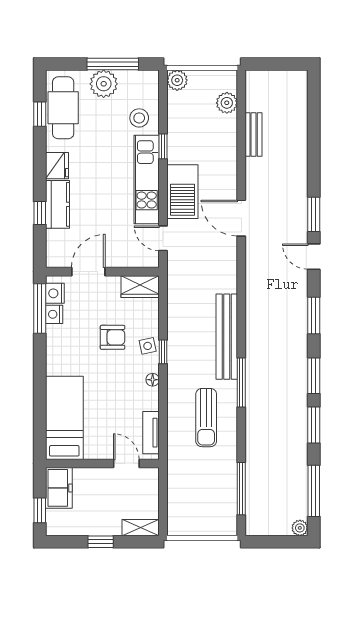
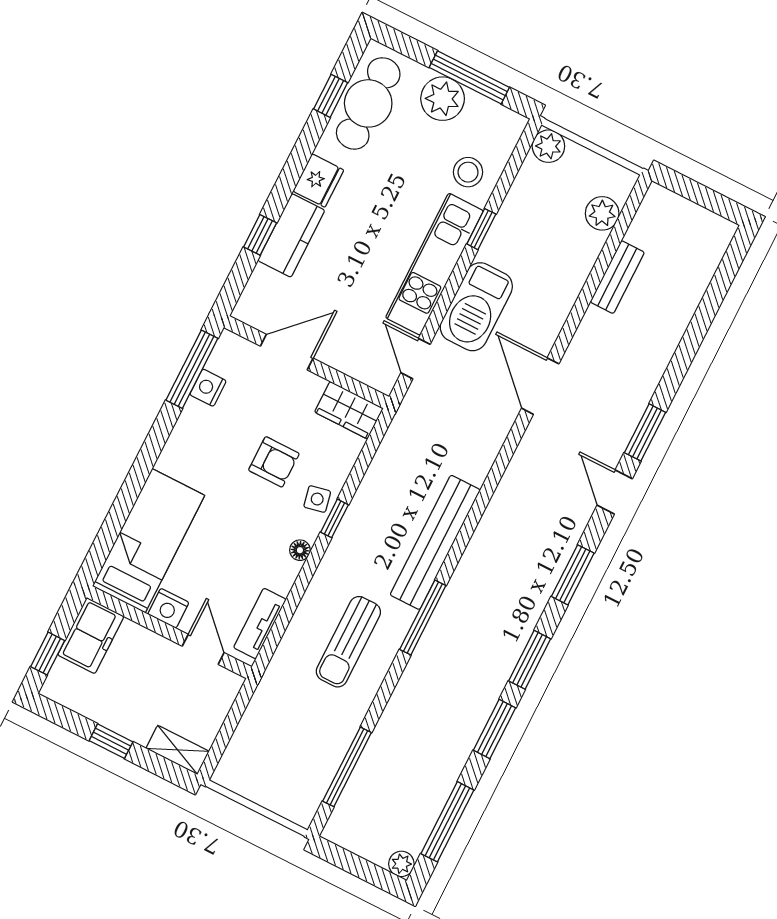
nightstand: (55, 293) -> (168, 608), moved, turned -90

